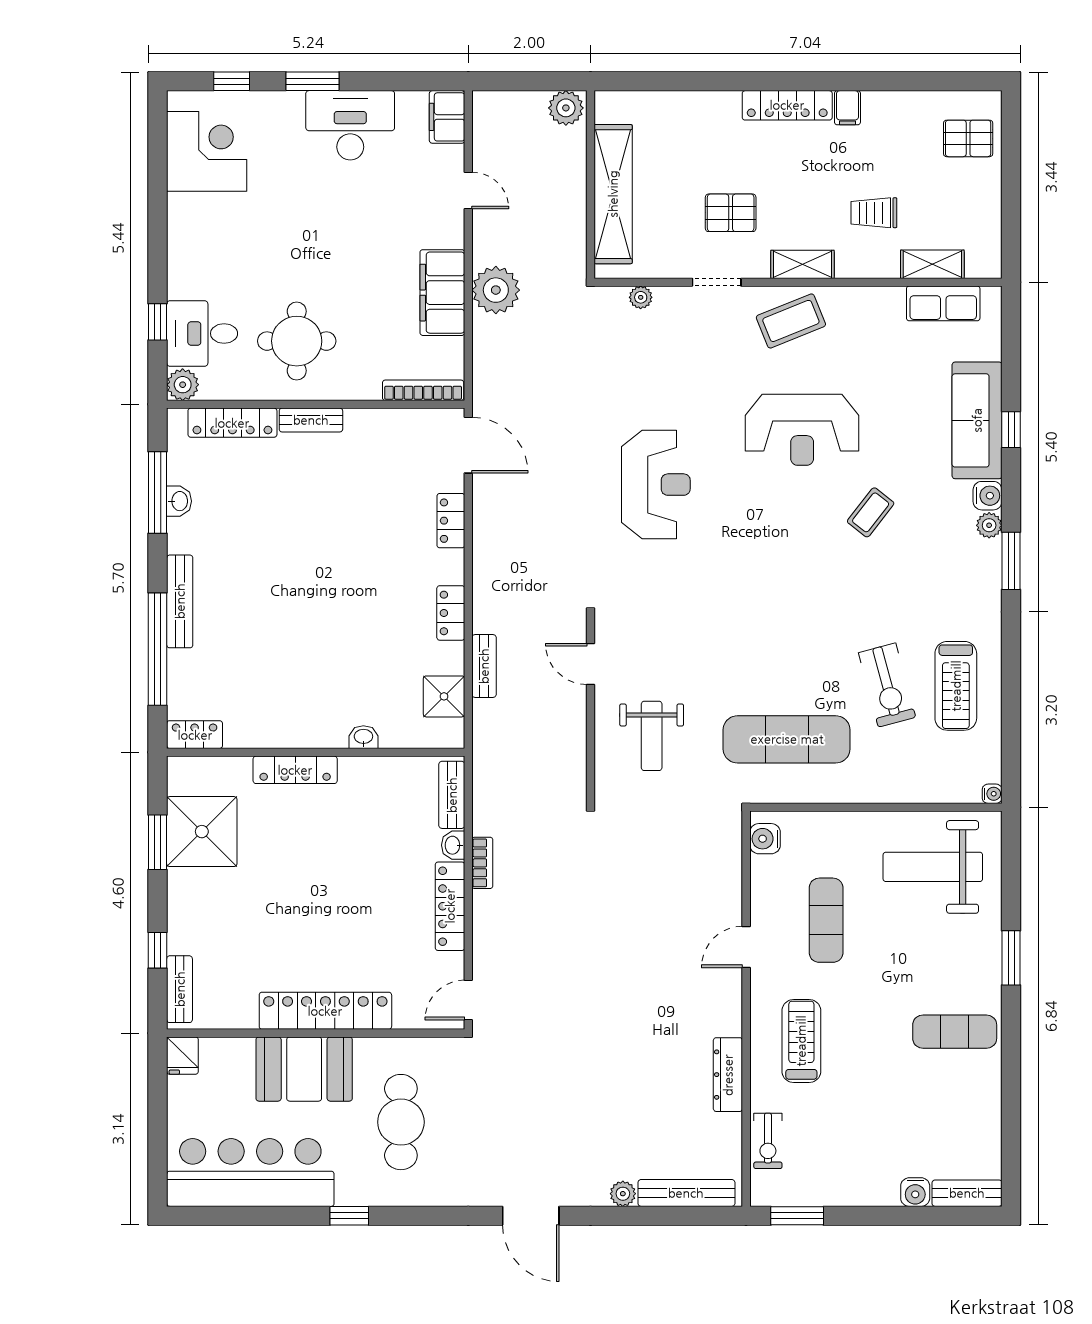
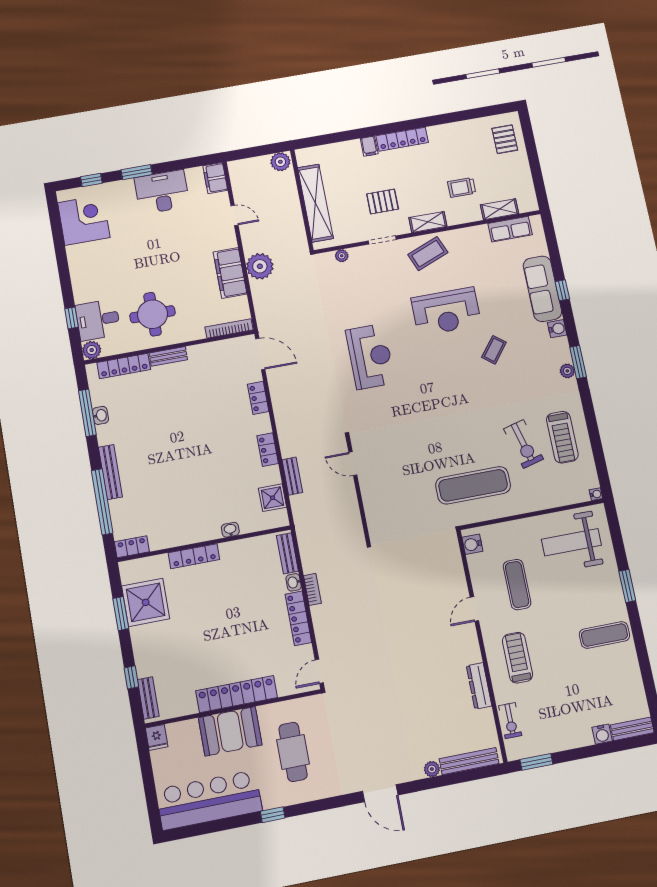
filing cabinet: (847, 108) -> (369, 146), moved
pallet: (968, 138) -> (505, 139), turned 90
plant: (989, 525) -> (567, 371), moved
weight bench: (652, 736) -> (396, 498), removed

